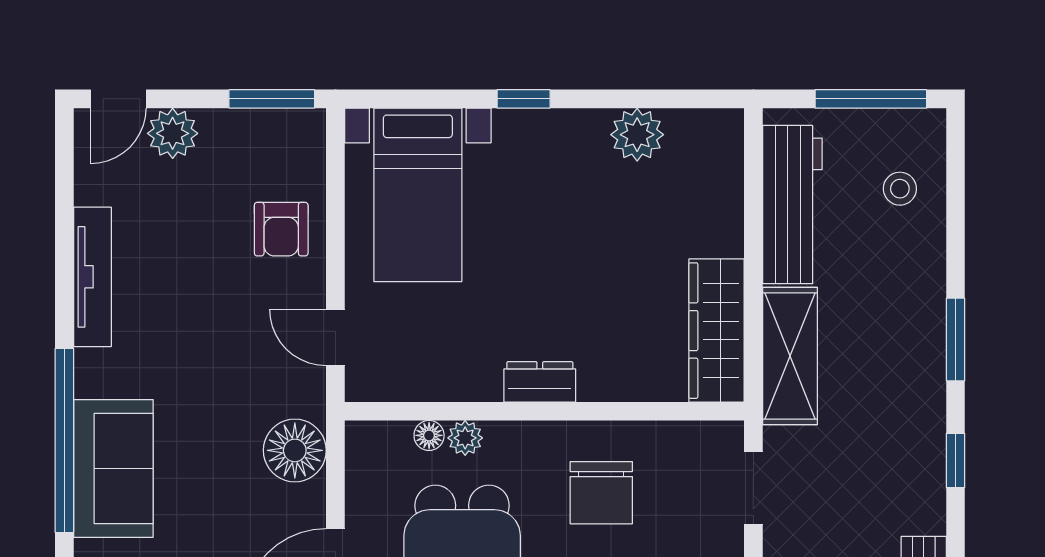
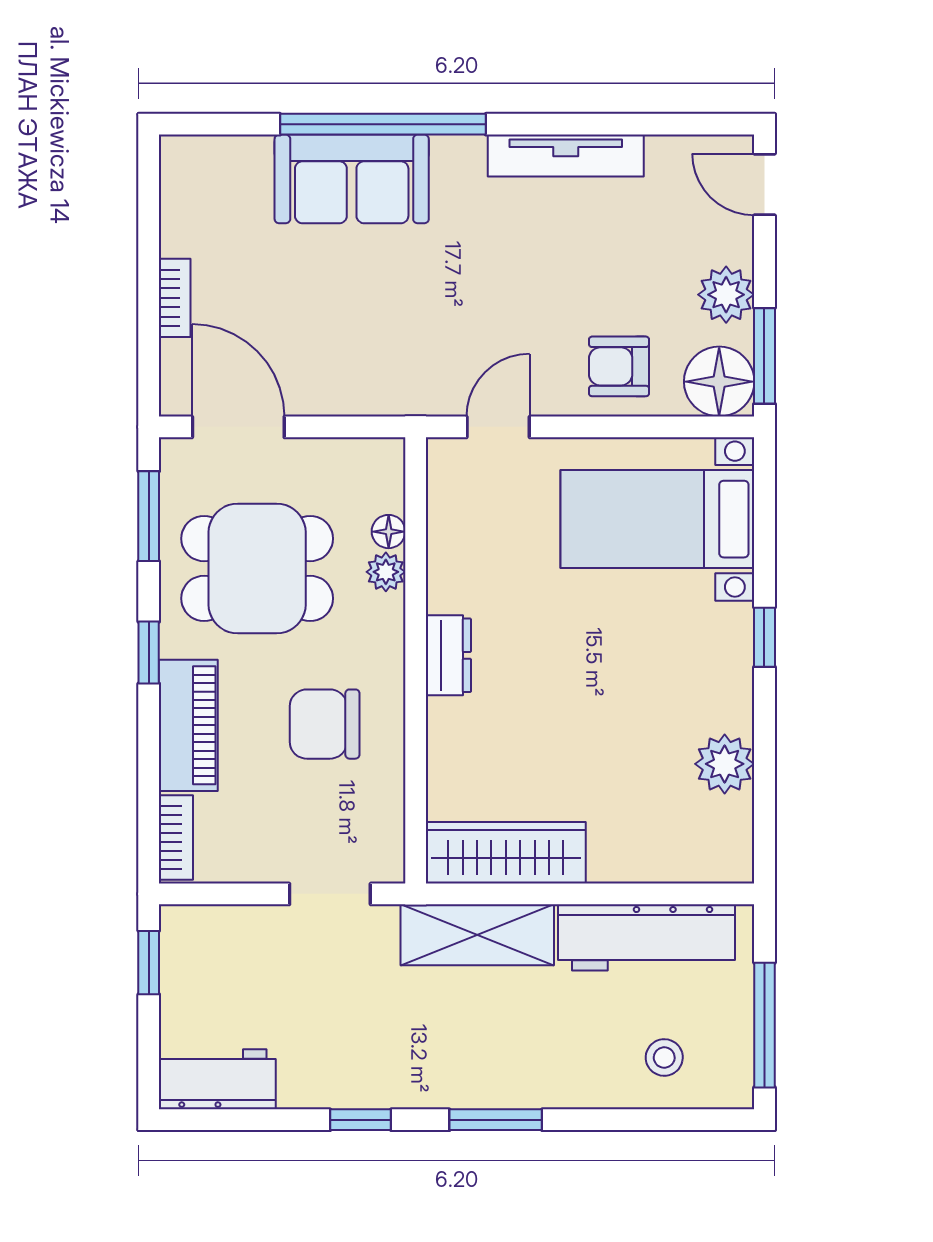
plant: (173, 133) -> (726, 295), moved
floor lamp: (295, 450) -> (719, 382), moved

